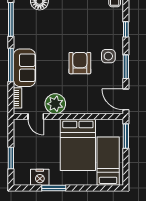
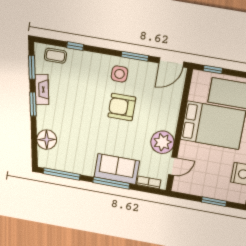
window: (126, 29) -> (75, 46), moved
window: (126, 136) -> (213, 69), width x0.67

